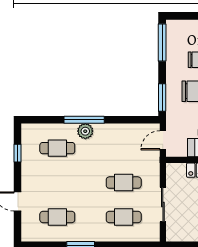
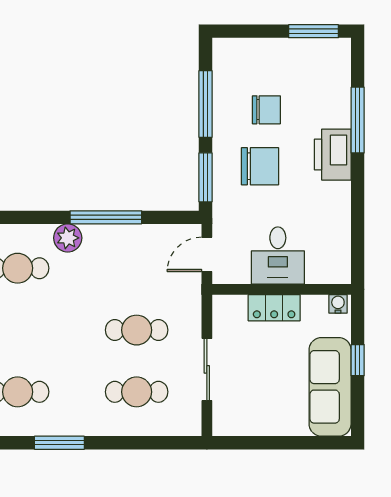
window: (162, 43) -> (206, 104), moved
window: (84, 120) -> (106, 217), moved

